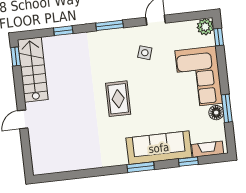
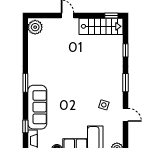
rug: (118, 99) -> (74, 83), removed
plant: (45, 164) -> (35, 27), added
window: (141, 167) -> (25, 83), moved

